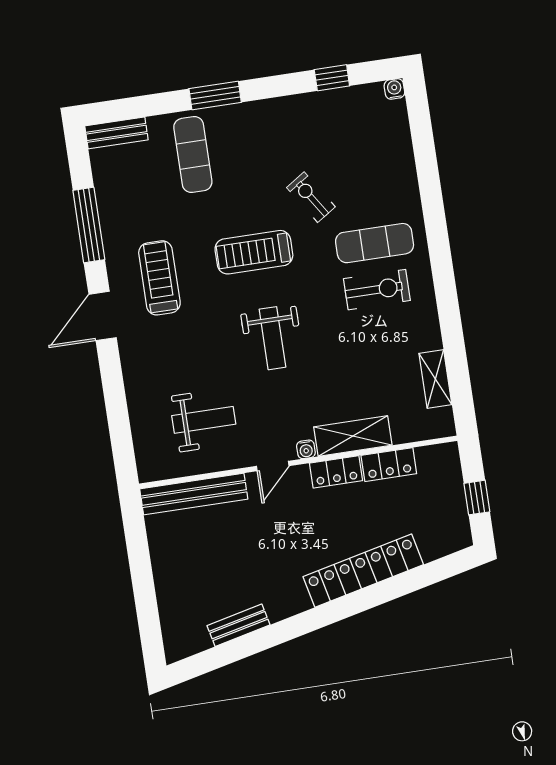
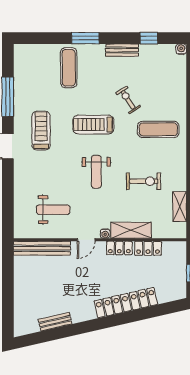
bench: (116, 133) -> (122, 50), moved
exercise bike: (377, 290) -> (144, 181), moved

